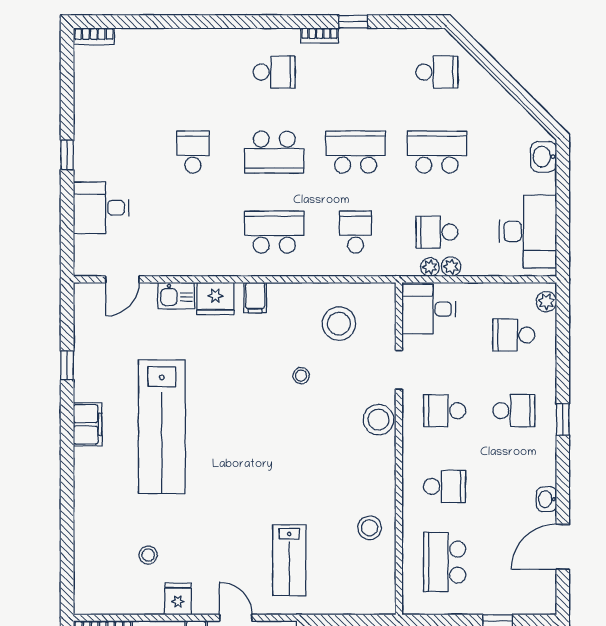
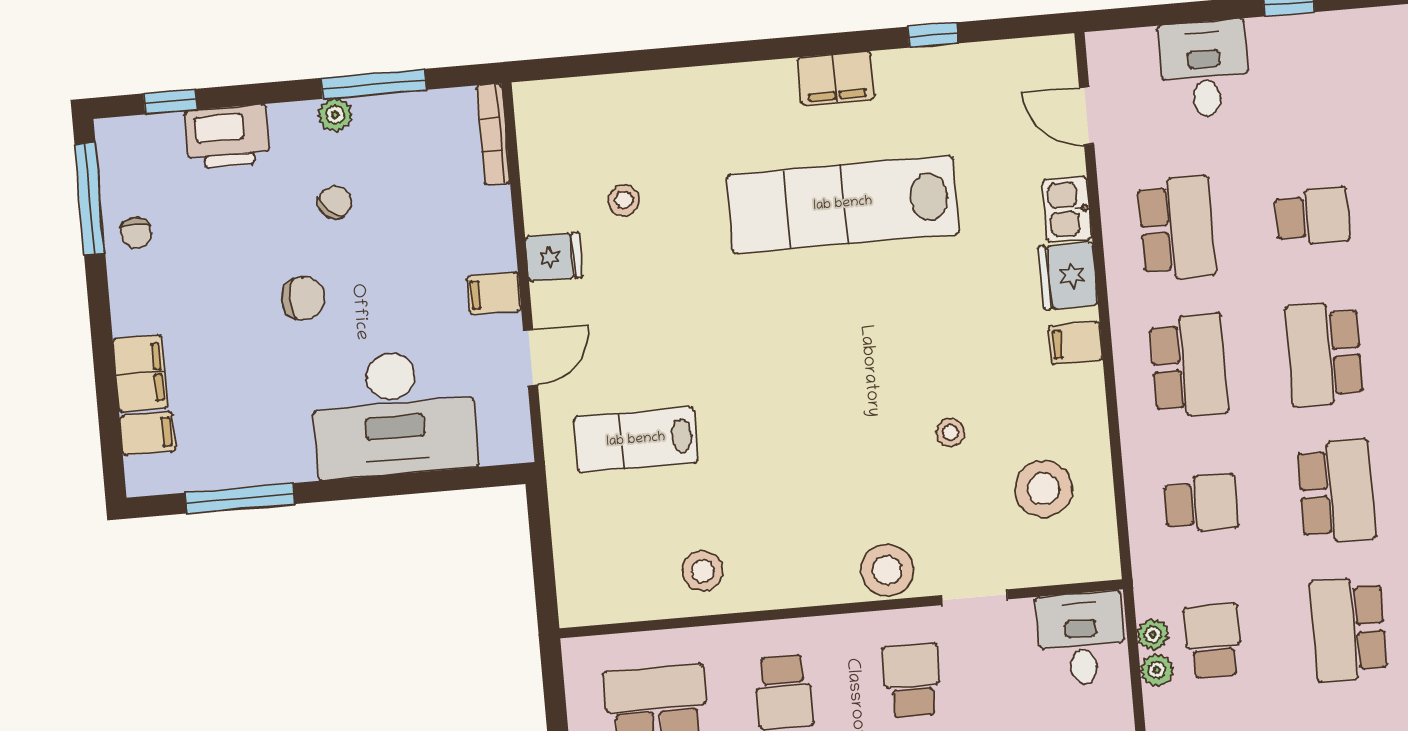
school desk: (437, 152) -> (1349, 629), turned 180
school desk: (193, 232) -> (1177, 228), added

